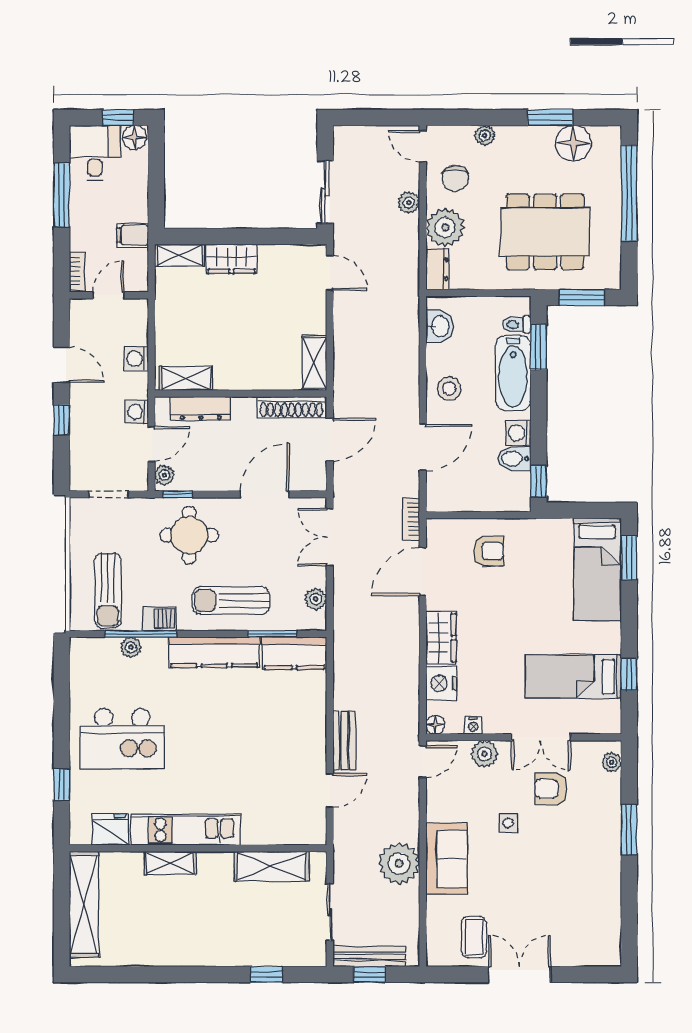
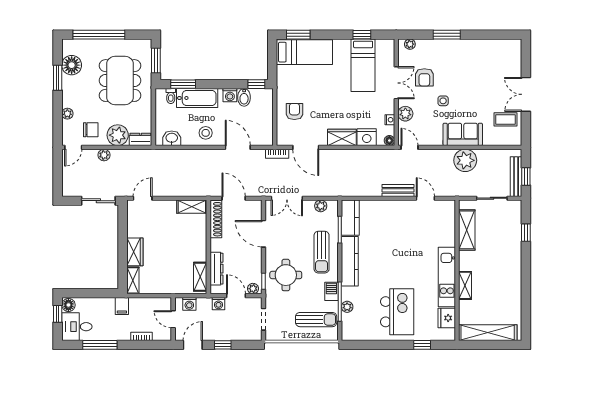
door: (108, 295) -> (173, 319), moved
wall: (109, 295) -> (173, 319), moved

